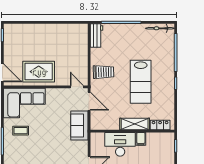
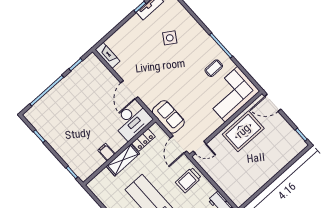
door: (89, 101) -> (179, 145), hinge flipped
locker: (160, 125) -> (143, 140), moved
desk: (120, 144) -> (132, 121), moved

